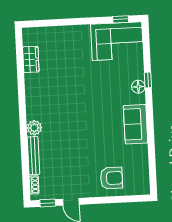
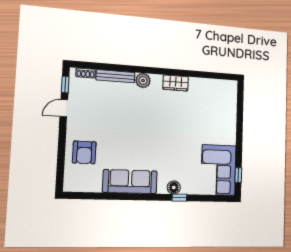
wardrobe: (31, 59) -> (176, 83), moved
sofa: (136, 124) -> (130, 182), width x1.36

